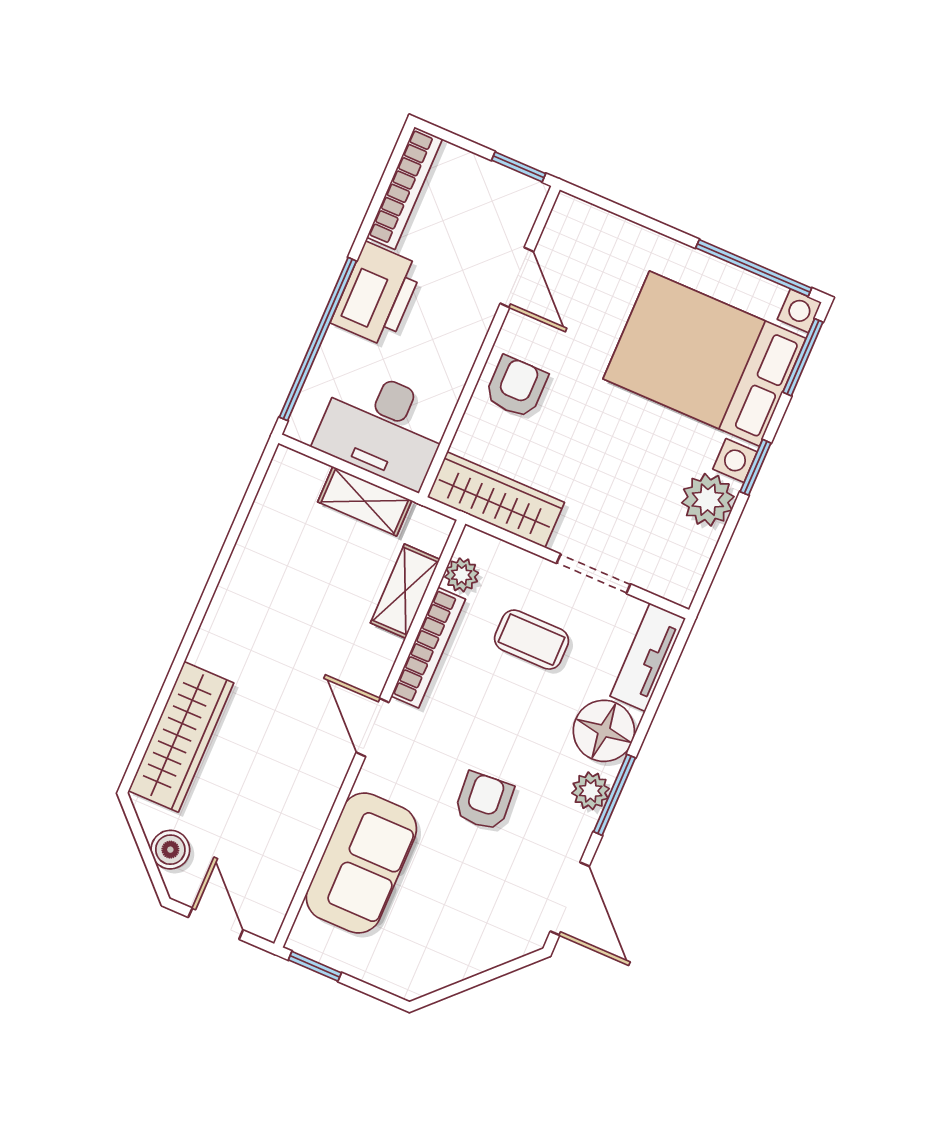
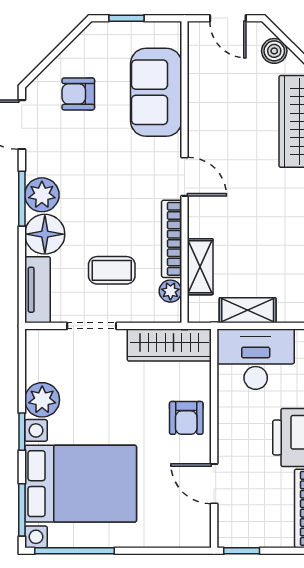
plant: (591, 791) -> (42, 195), width x1.38, depth x1.38
armchair: (484, 801) -> (78, 94), moved, turned 94
window: (315, 966) -> (126, 18), moved

